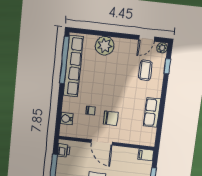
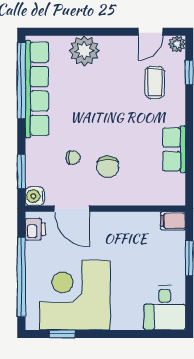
window: (59, 115) -> (21, 172), added
chair: (111, 118) -> (108, 167), turned 90
water cooler: (67, 119) -> (35, 196), moved
door: (102, 142) -> (72, 209), moved

